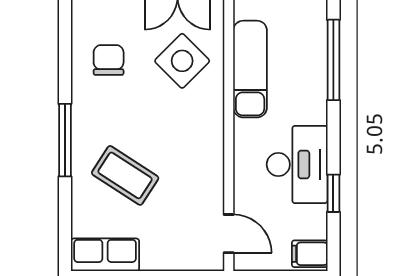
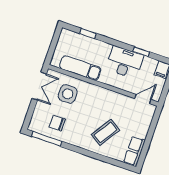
window: (333, 60) -> (88, 33), width x0.46
side table: (182, 61) -> (68, 94), turned 45
window: (65, 140) -> (47, 139), moved

